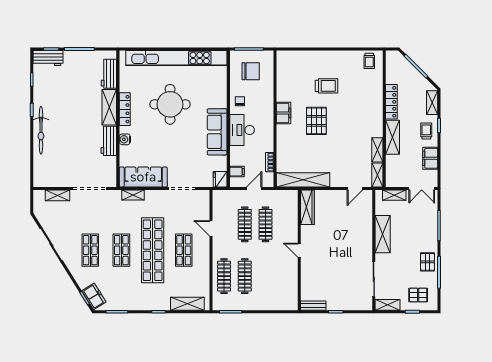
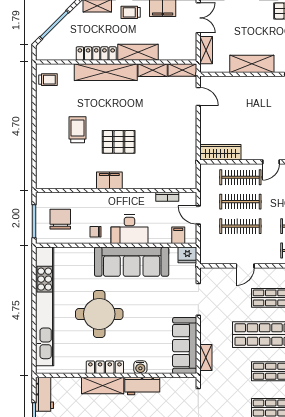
workbench: (109, 74) -> (45, 394), moved, turned -90
sofa: (217, 132) -> (132, 262), width x1.36, depth x1.27
shelving: (303, 180) -> (106, 72), moved, turned 90
clothes rail: (286, 224) -> (240, 177), added

